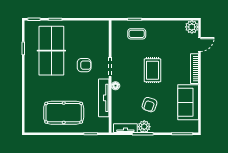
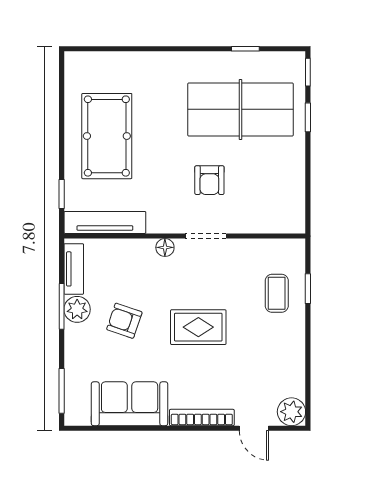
tv unit: (104, 98) -> (105, 222), moved

